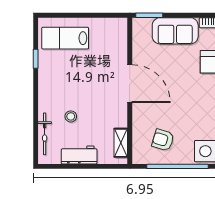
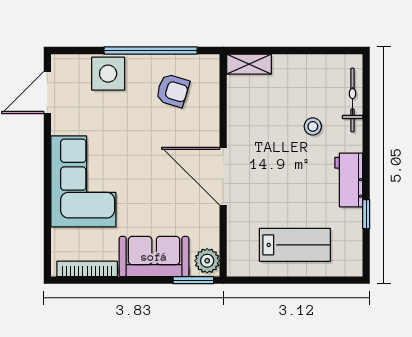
plant: (140, 28) -> (207, 261), added
lab bench: (65, 38) -> (295, 245), moved
shelving: (121, 143) -> (249, 64), moved, turned 90
workbench: (79, 155) -> (349, 180), moved, turned 90

